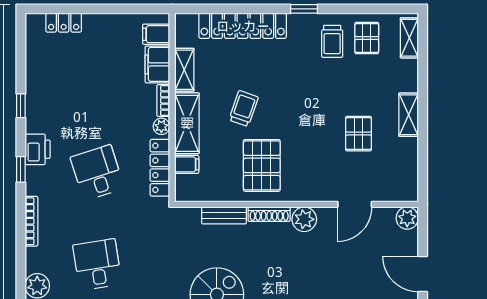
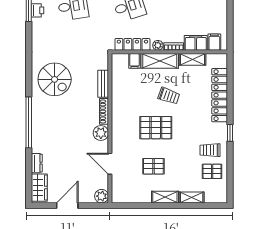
shelving: (409, 38) -> (192, 197), moved
pallet: (262, 165) -> (156, 128), moved

